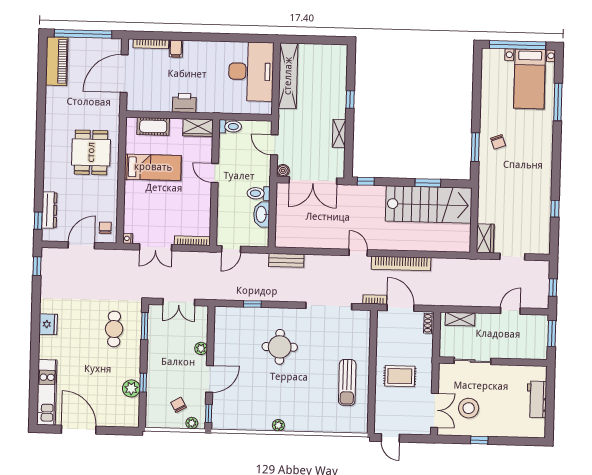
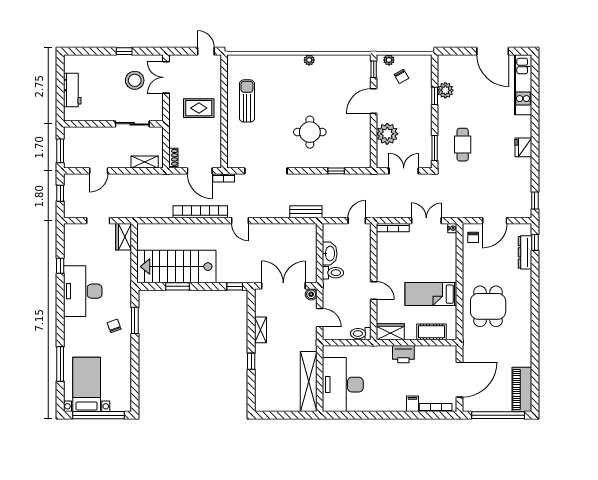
desk: (531, 180) -> (83, 291), added
plant: (201, 348) -> (387, 134), width x1.87, depth x1.87

